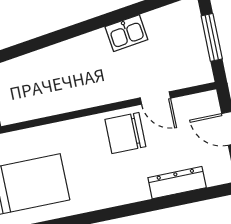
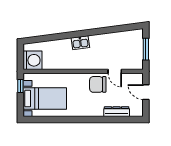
kitchen sink: (126, 33) -> (80, 43), moved

